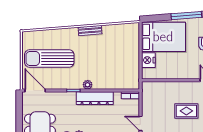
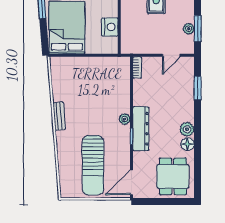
nightstand: (148, 60) -> (110, 27), moved, turned -90
dresser: (95, 98) -> (141, 129), moved

